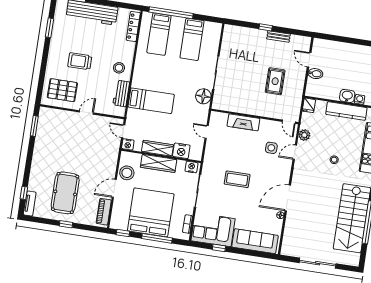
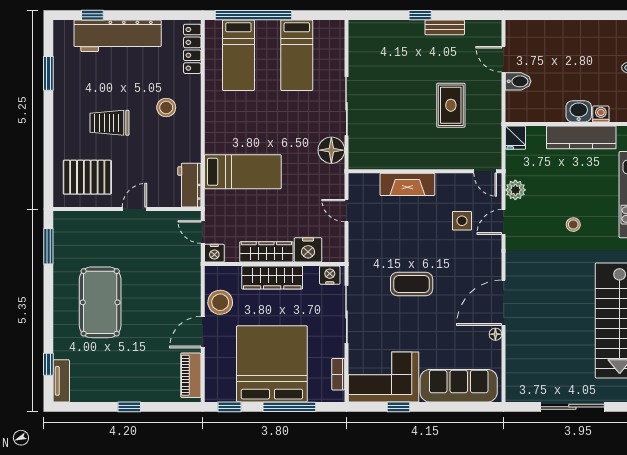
stool: (119, 68) -> (166, 108), moved
workbench: (121, 93) -> (189, 185), moved
pool table: (65, 193) -> (100, 302), moved

